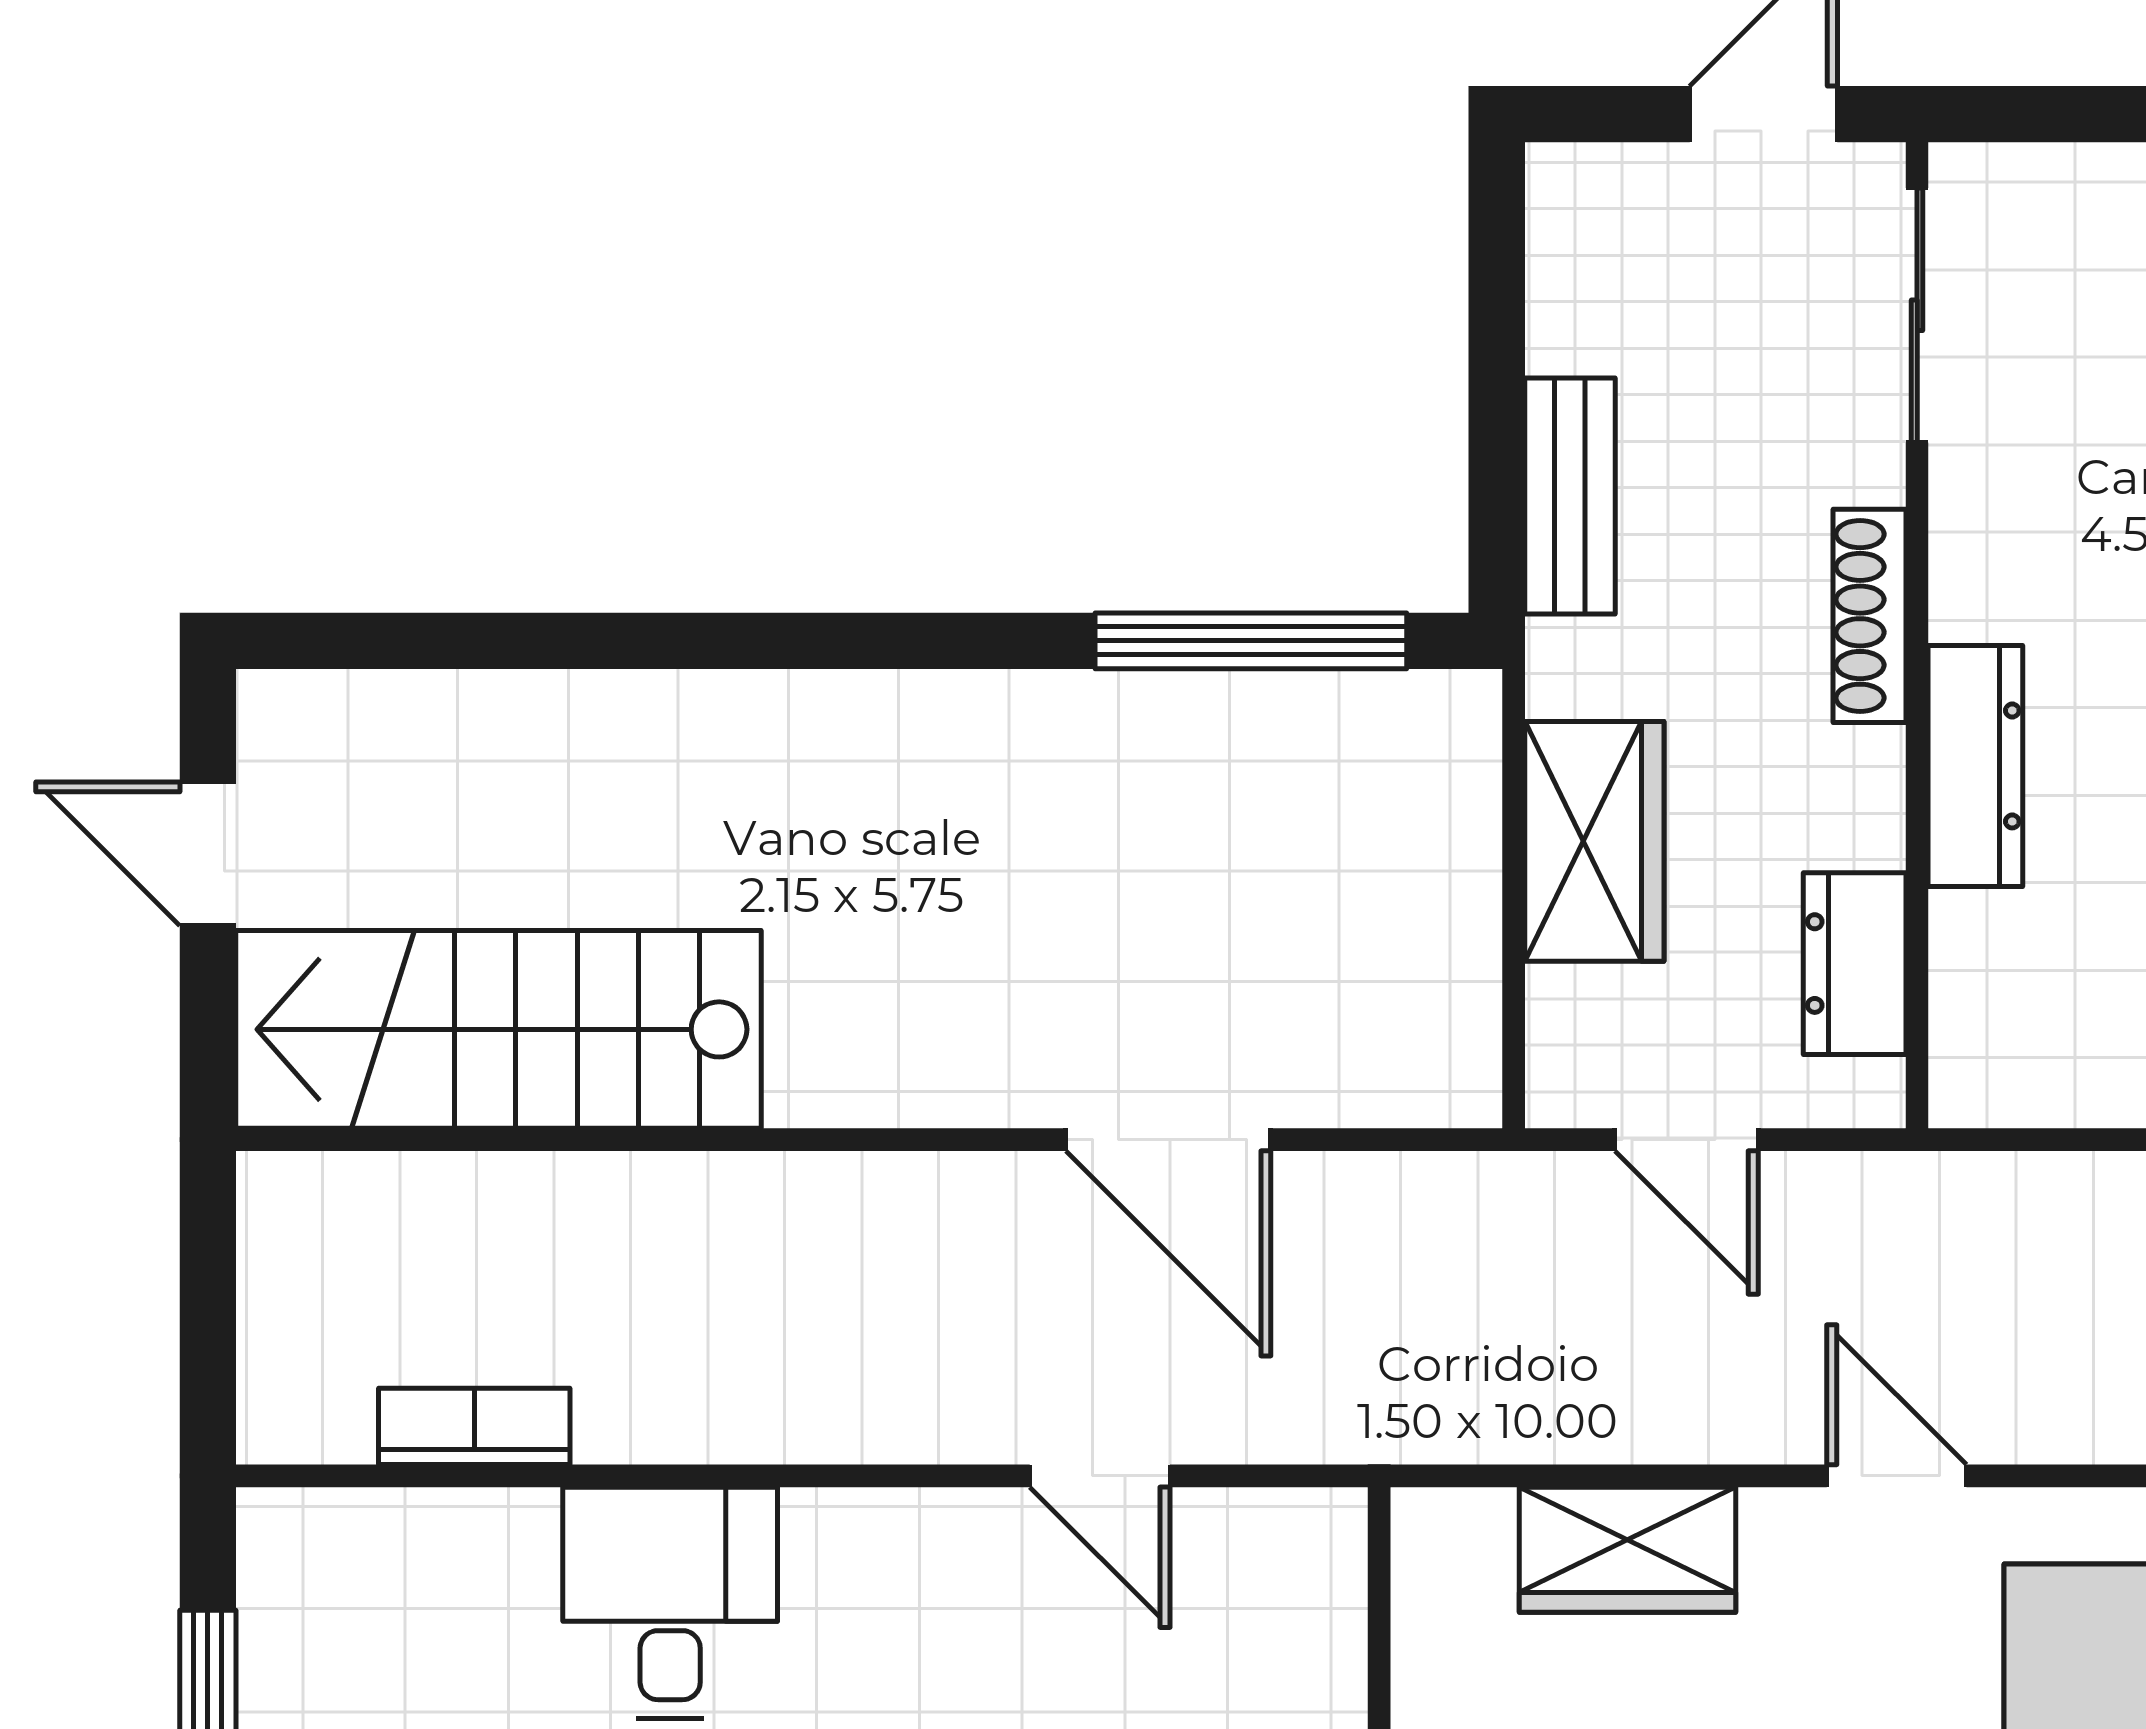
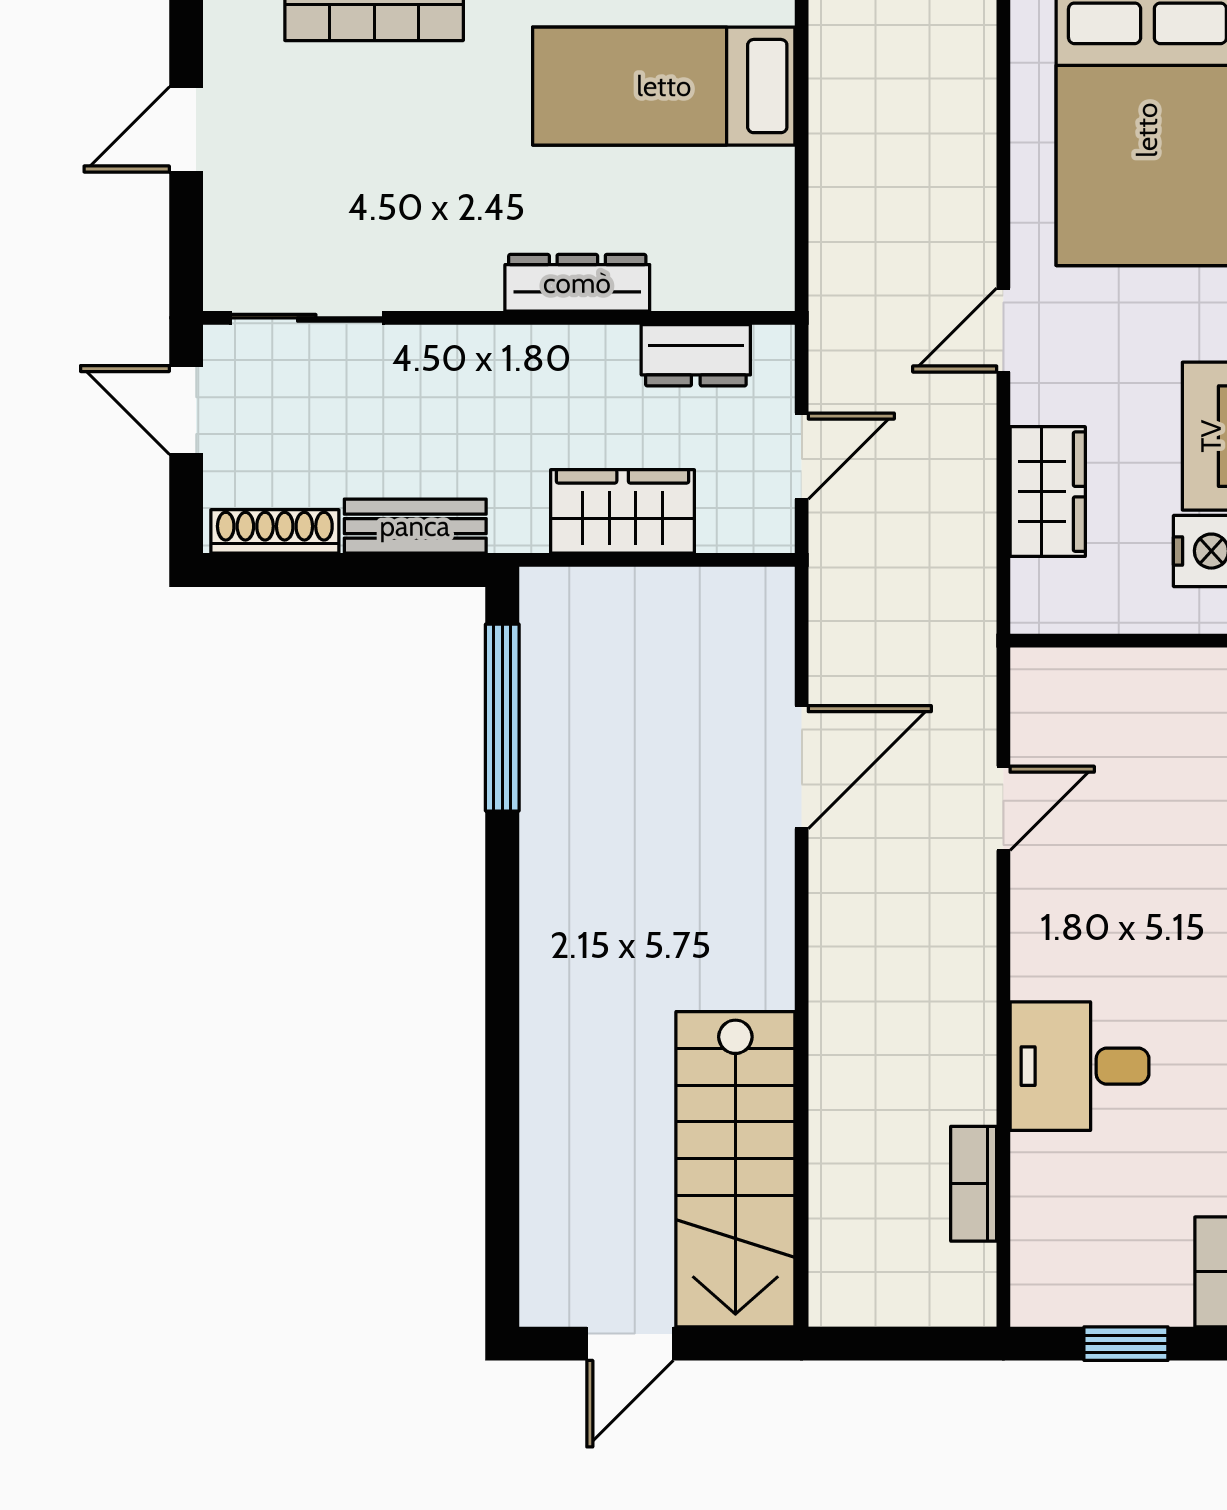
shoe rack: (1870, 616) -> (275, 531), moved, turned 180

